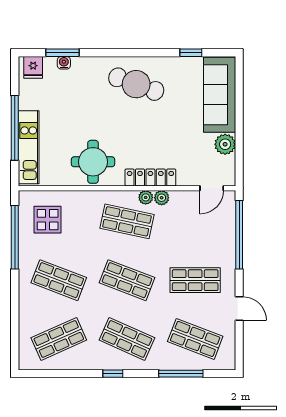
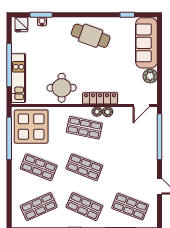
display table: (48, 220) -> (31, 127), width x1.86, depth x1.86
shop shelf: (195, 280) -> (130, 167), removed

